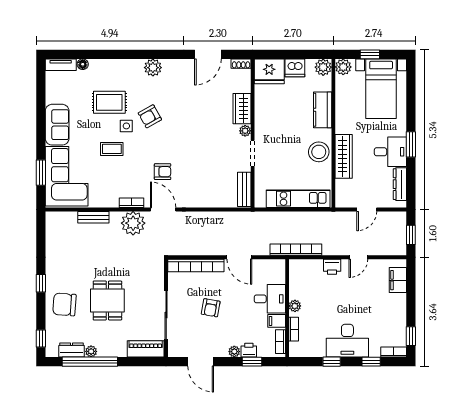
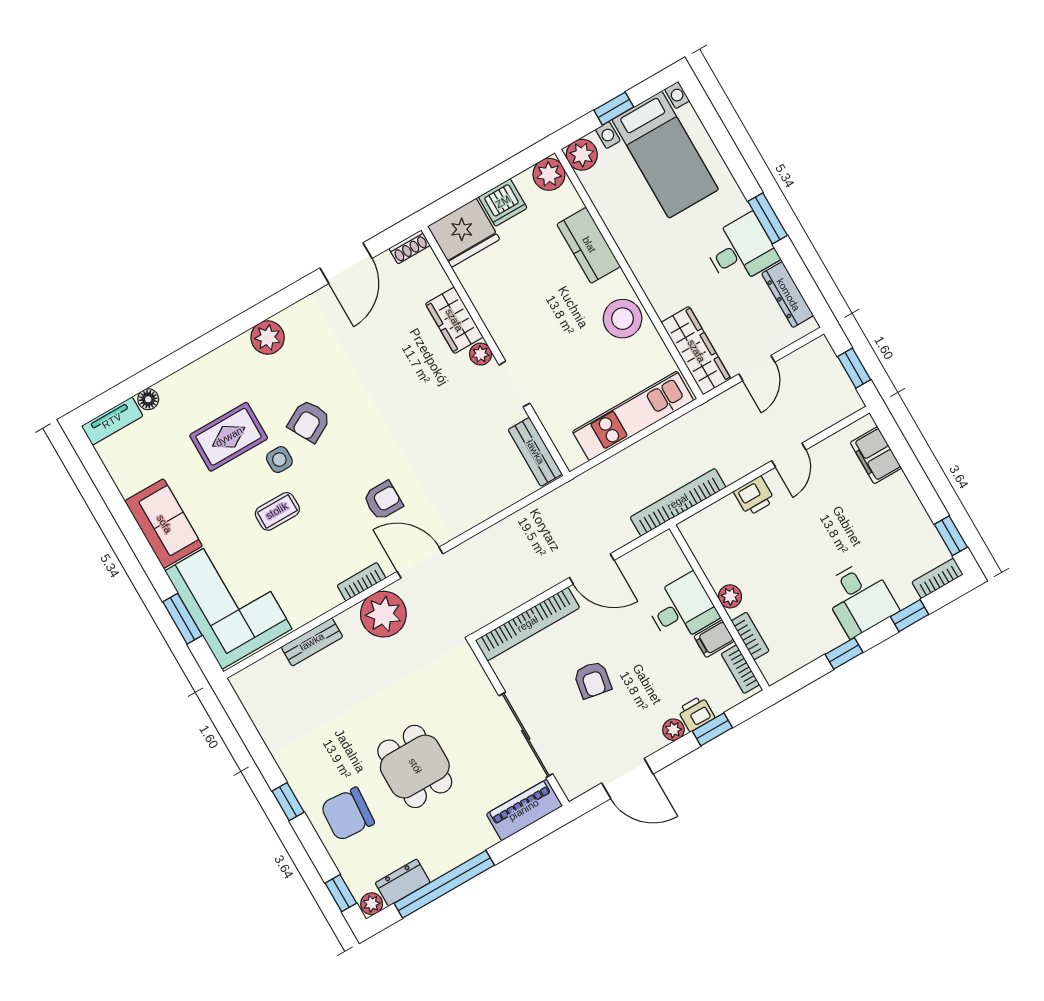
wardrobe: (344, 156) -> (696, 351), moved
desk: (347, 341) -> (860, 598), width x0.73
plant: (91, 351) -> (372, 904), moved

